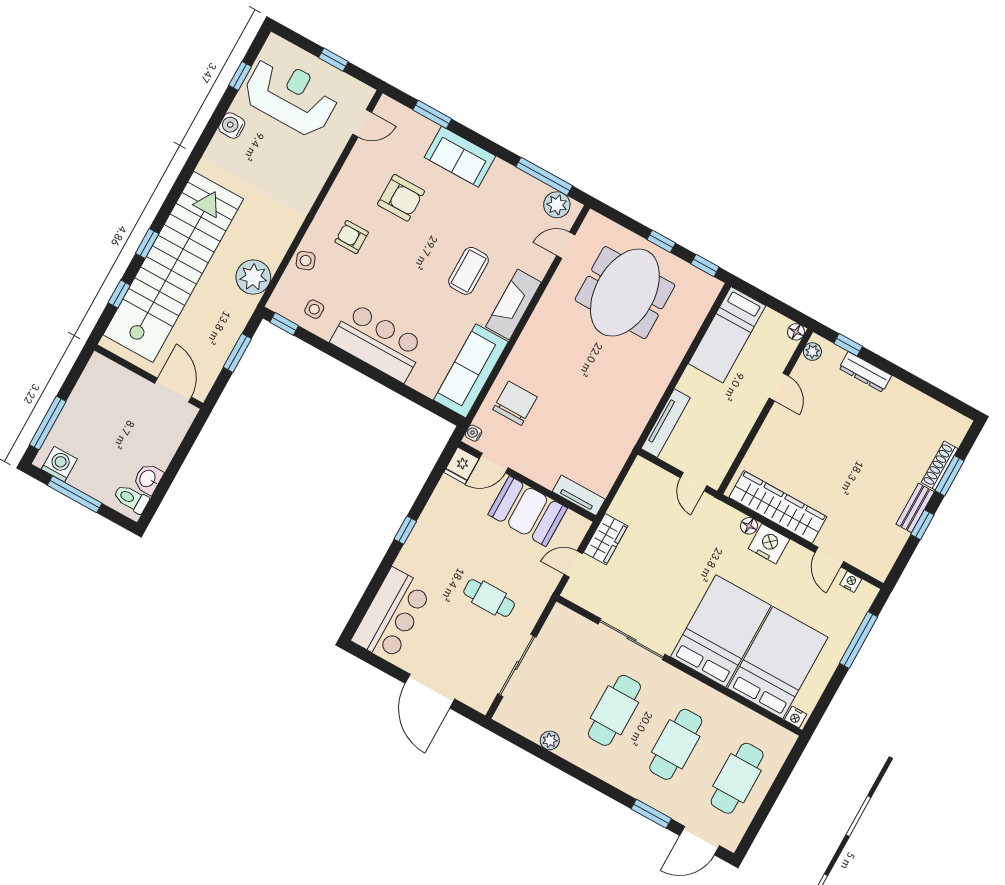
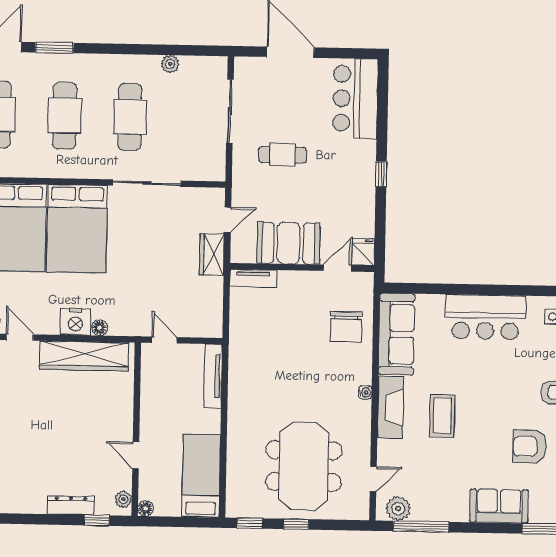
water cooler: (474, 433) -> (365, 392), moved

